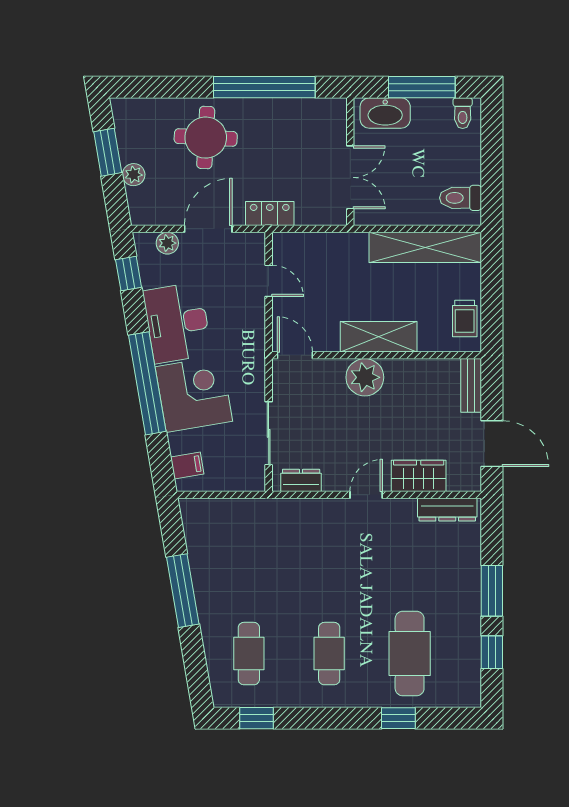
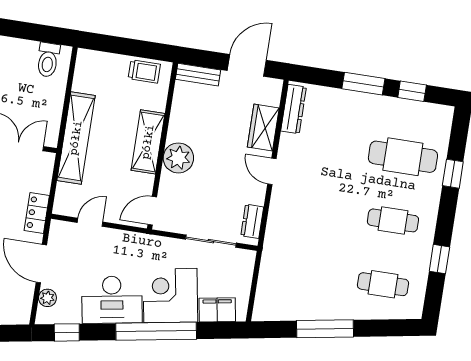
shelving: (425, 247) -> (76, 138), moved
filing cabinet: (187, 465) -> (217, 310), width x2.00
window: (257, 718) -> (439, 259), moved

